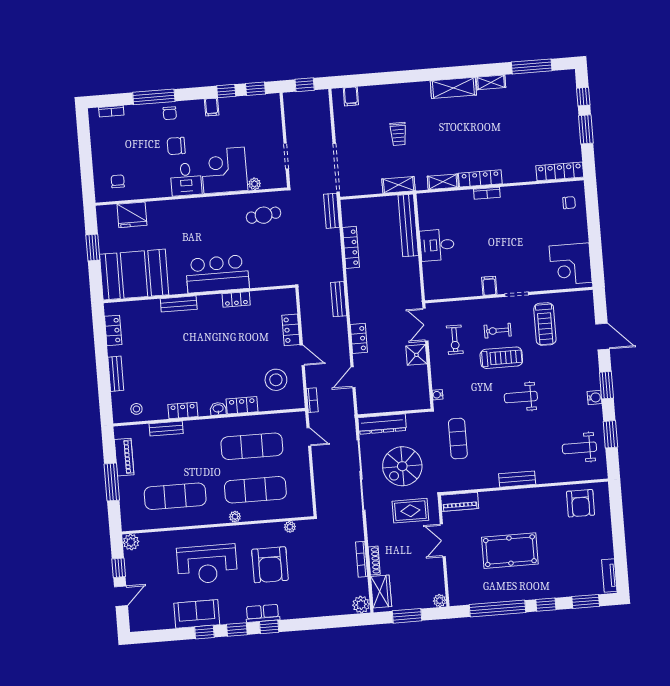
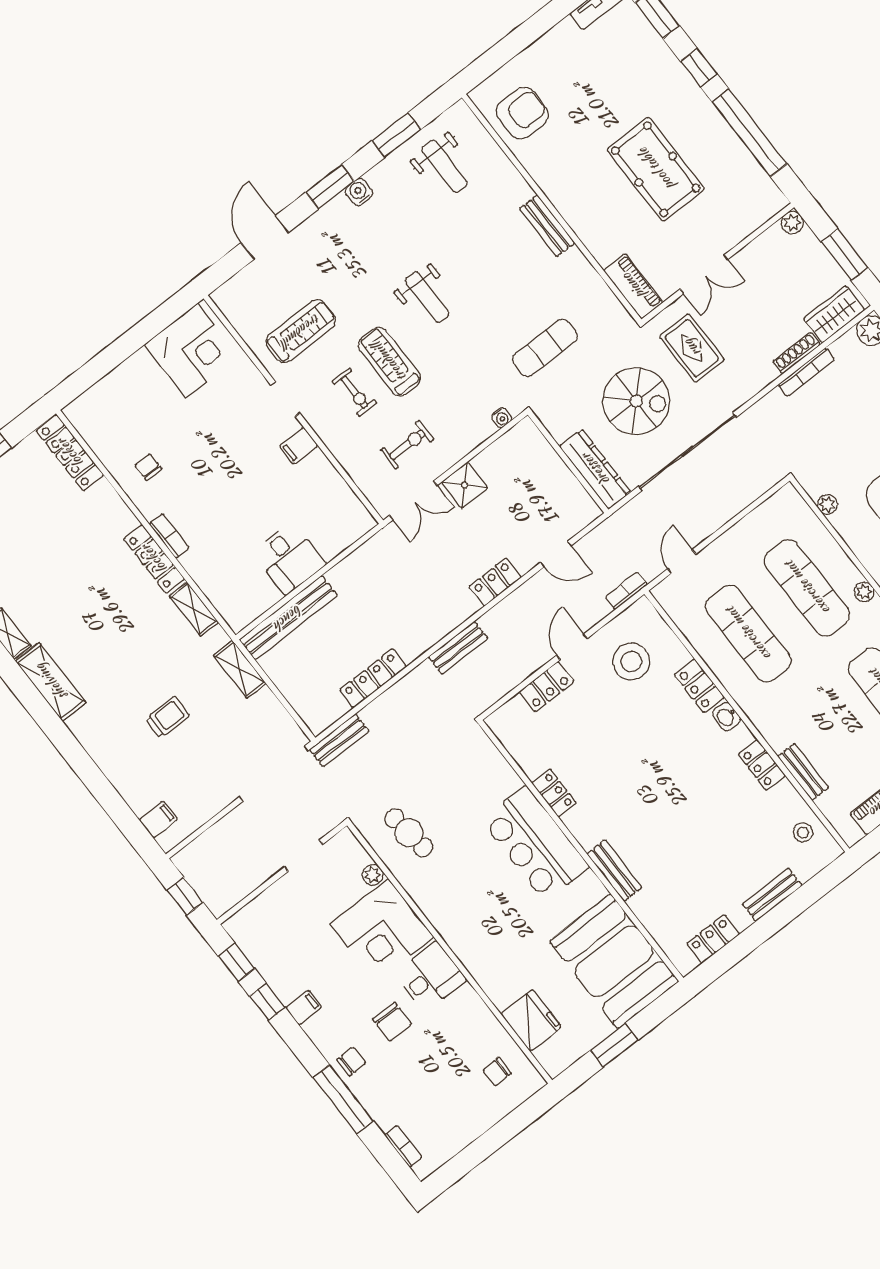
chair: (569, 203) -> (148, 467), moved

